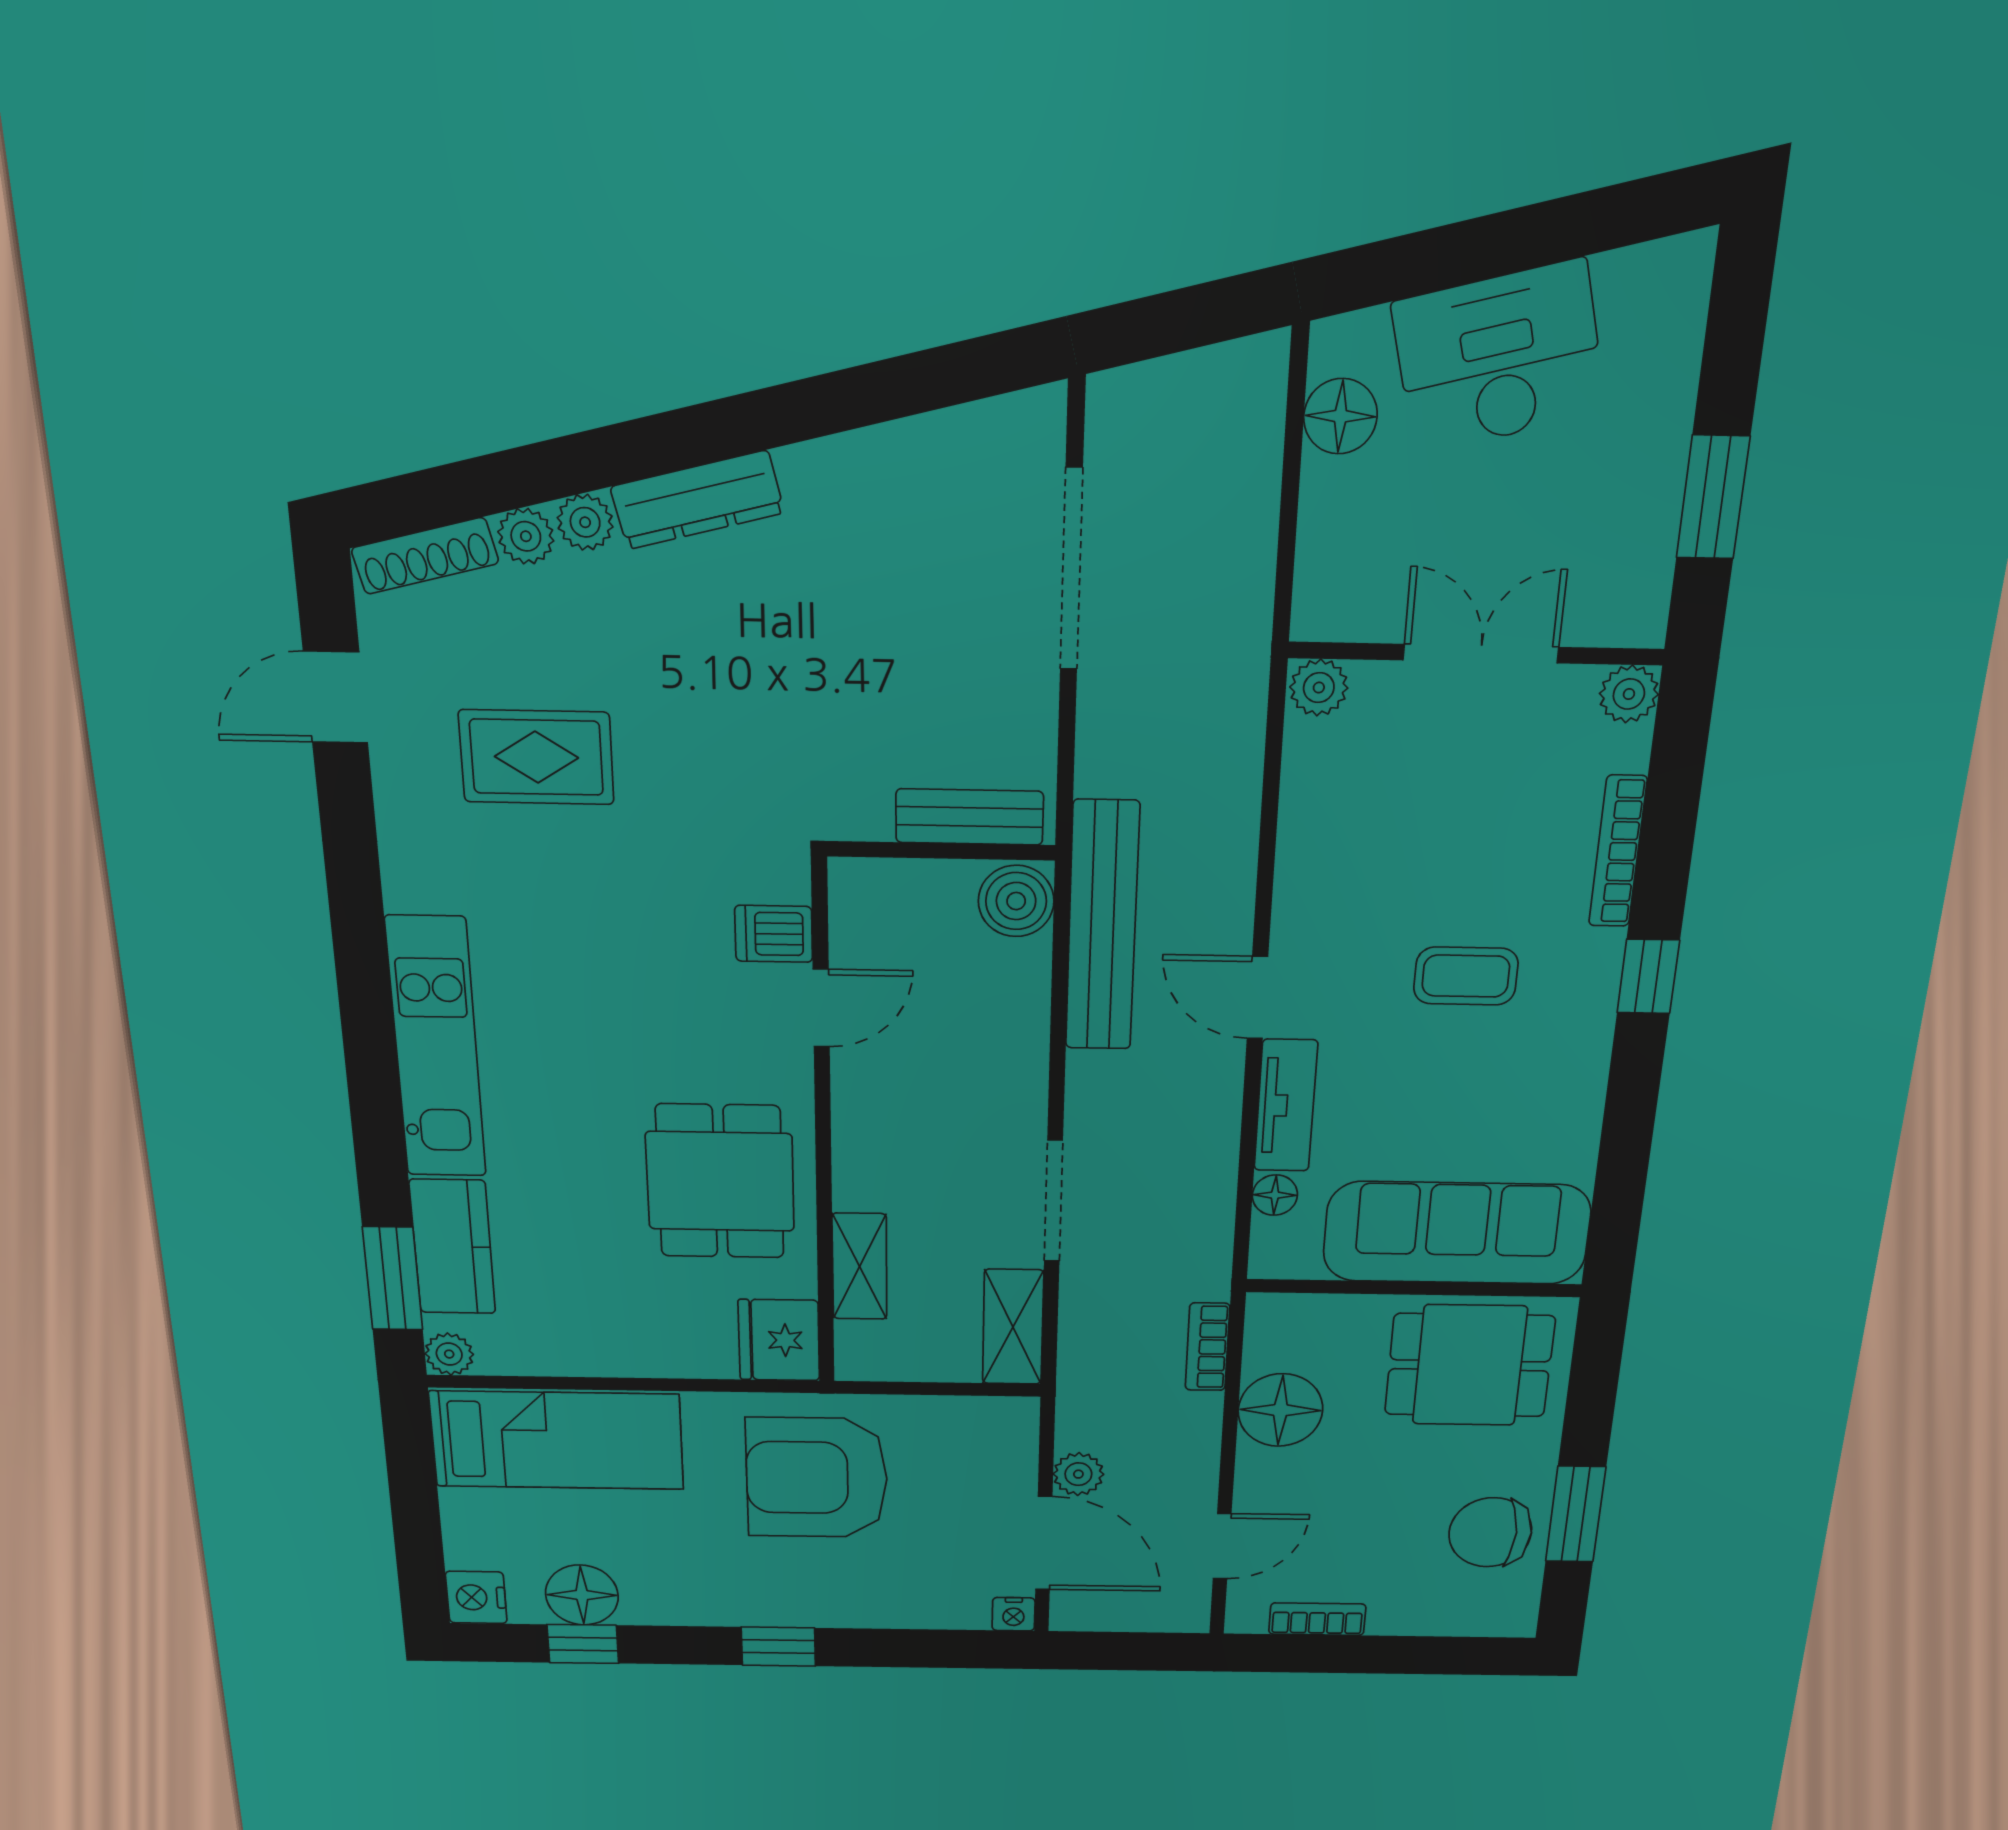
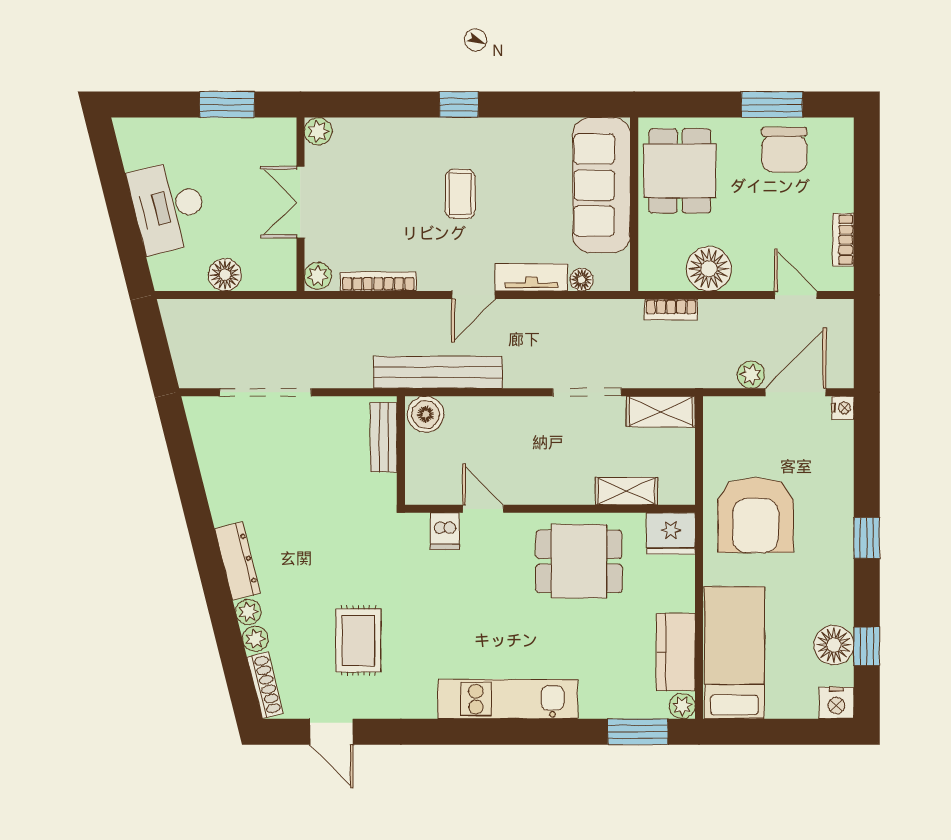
floor lamp: (1340, 416) -> (225, 275), moved
bookcase: (1618, 851) -> (378, 281), moved, turned 180
kitchen counter: (453, 1247) -> (676, 652), moved, turned -90

